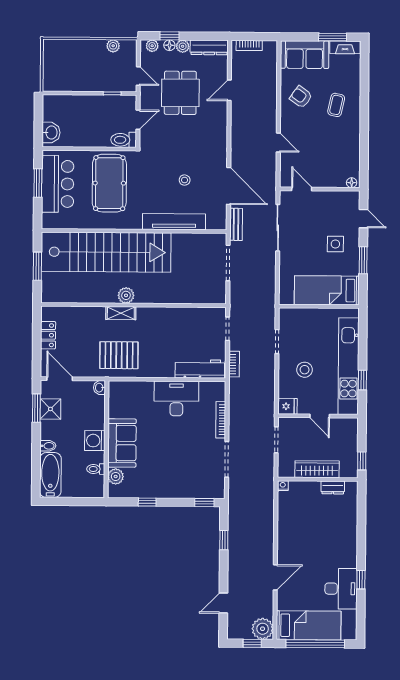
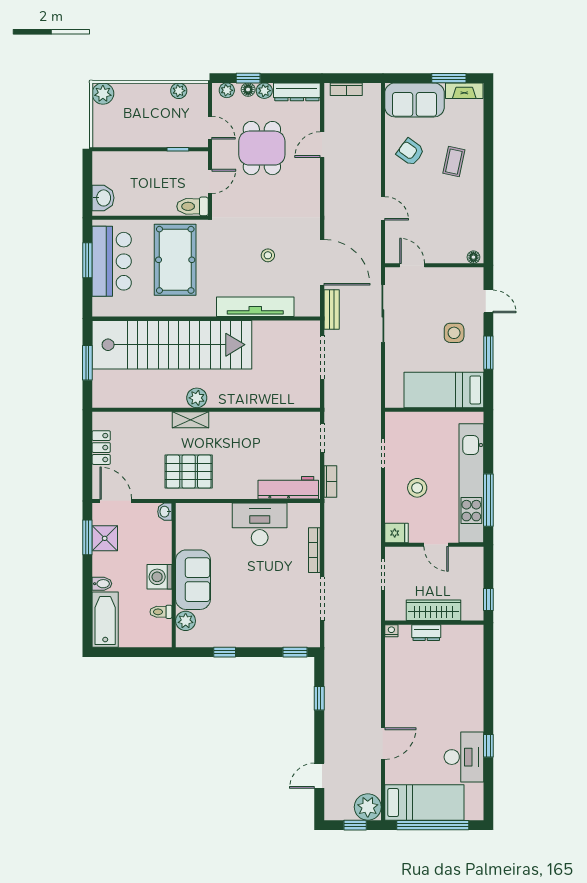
plant: (51, 48) -> (103, 94), added
window: (362, 380) -> (488, 500), width x2.17
dresser: (333, 487) -> (426, 633), moved

